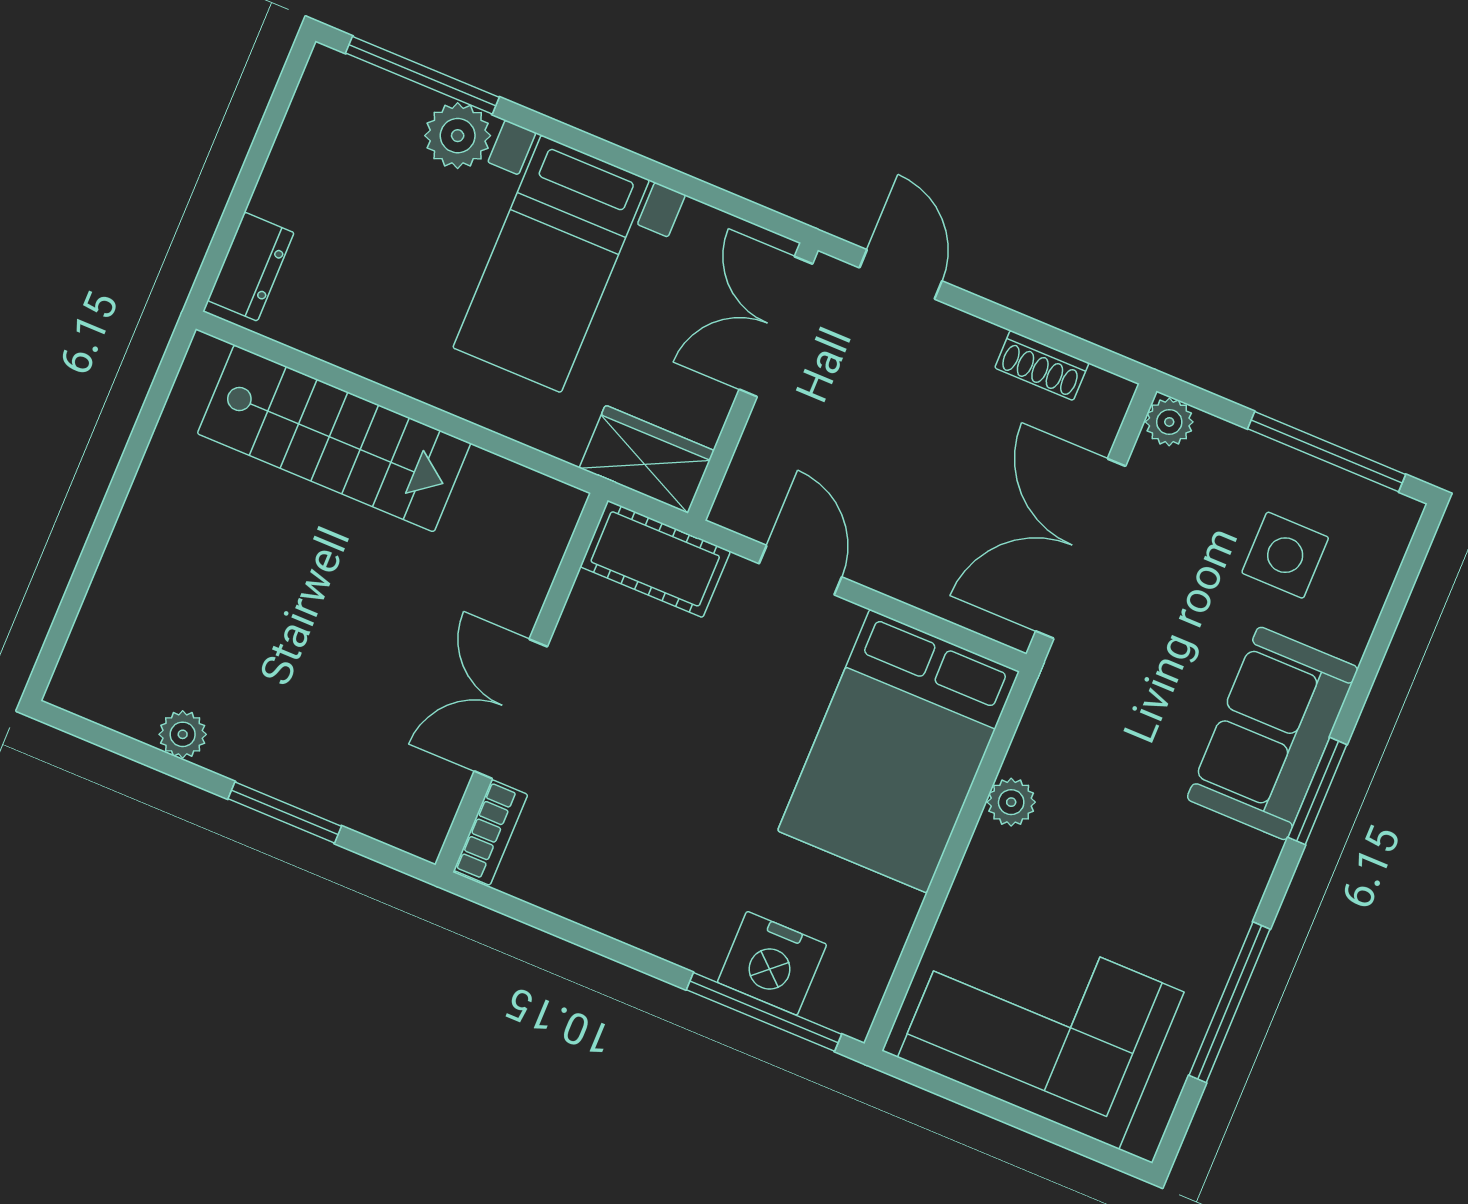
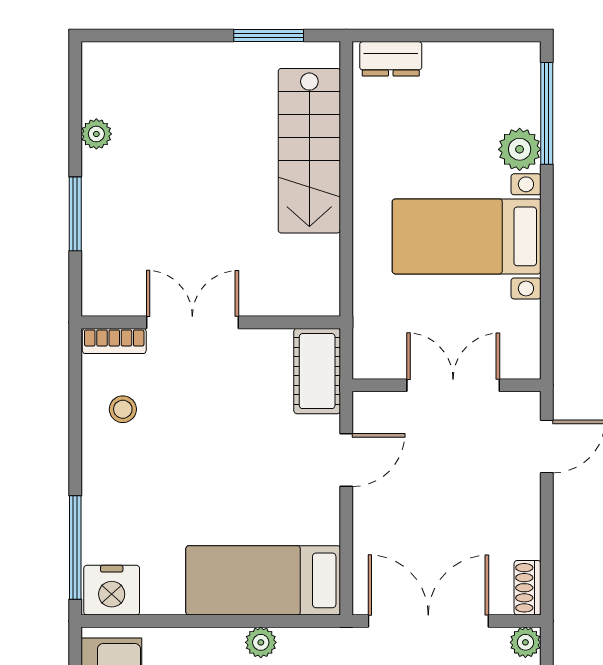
double door: (776, 327) -> (453, 385), moved
shoe rack: (1042, 365) -> (528, 588), moved
window: (144, 428) -> (269, 36), added
wardrobe: (647, 459) -> (374, 341), removed
bed: (899, 751) -> (263, 580), width x0.67
stool: (594, 861) -> (123, 409), added
nightstand: (772, 963) -> (112, 590), moved, turned -90

